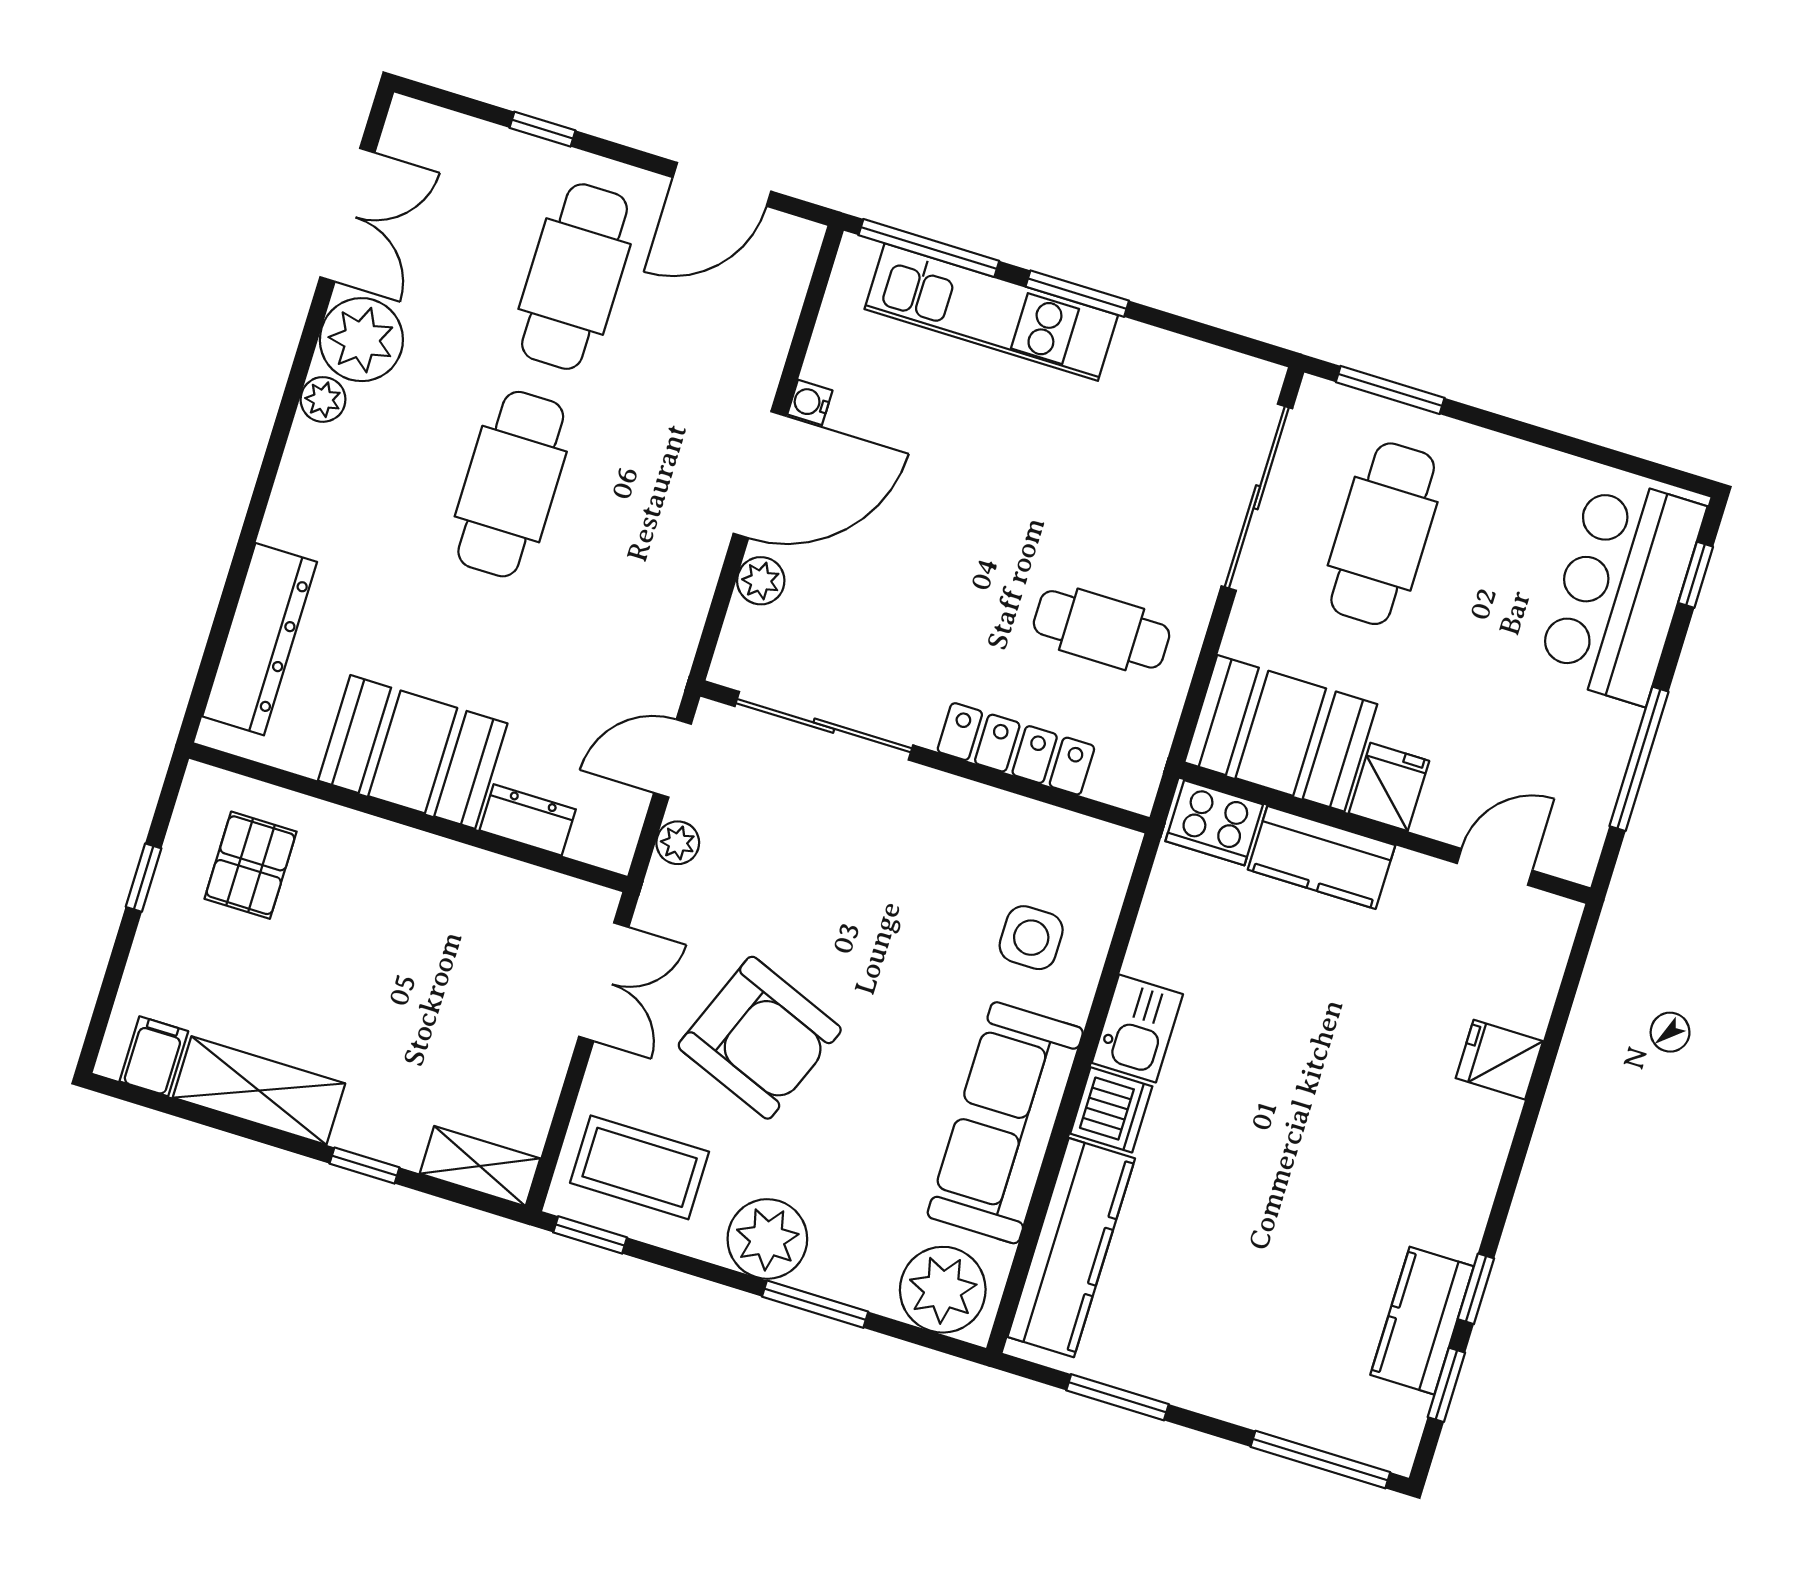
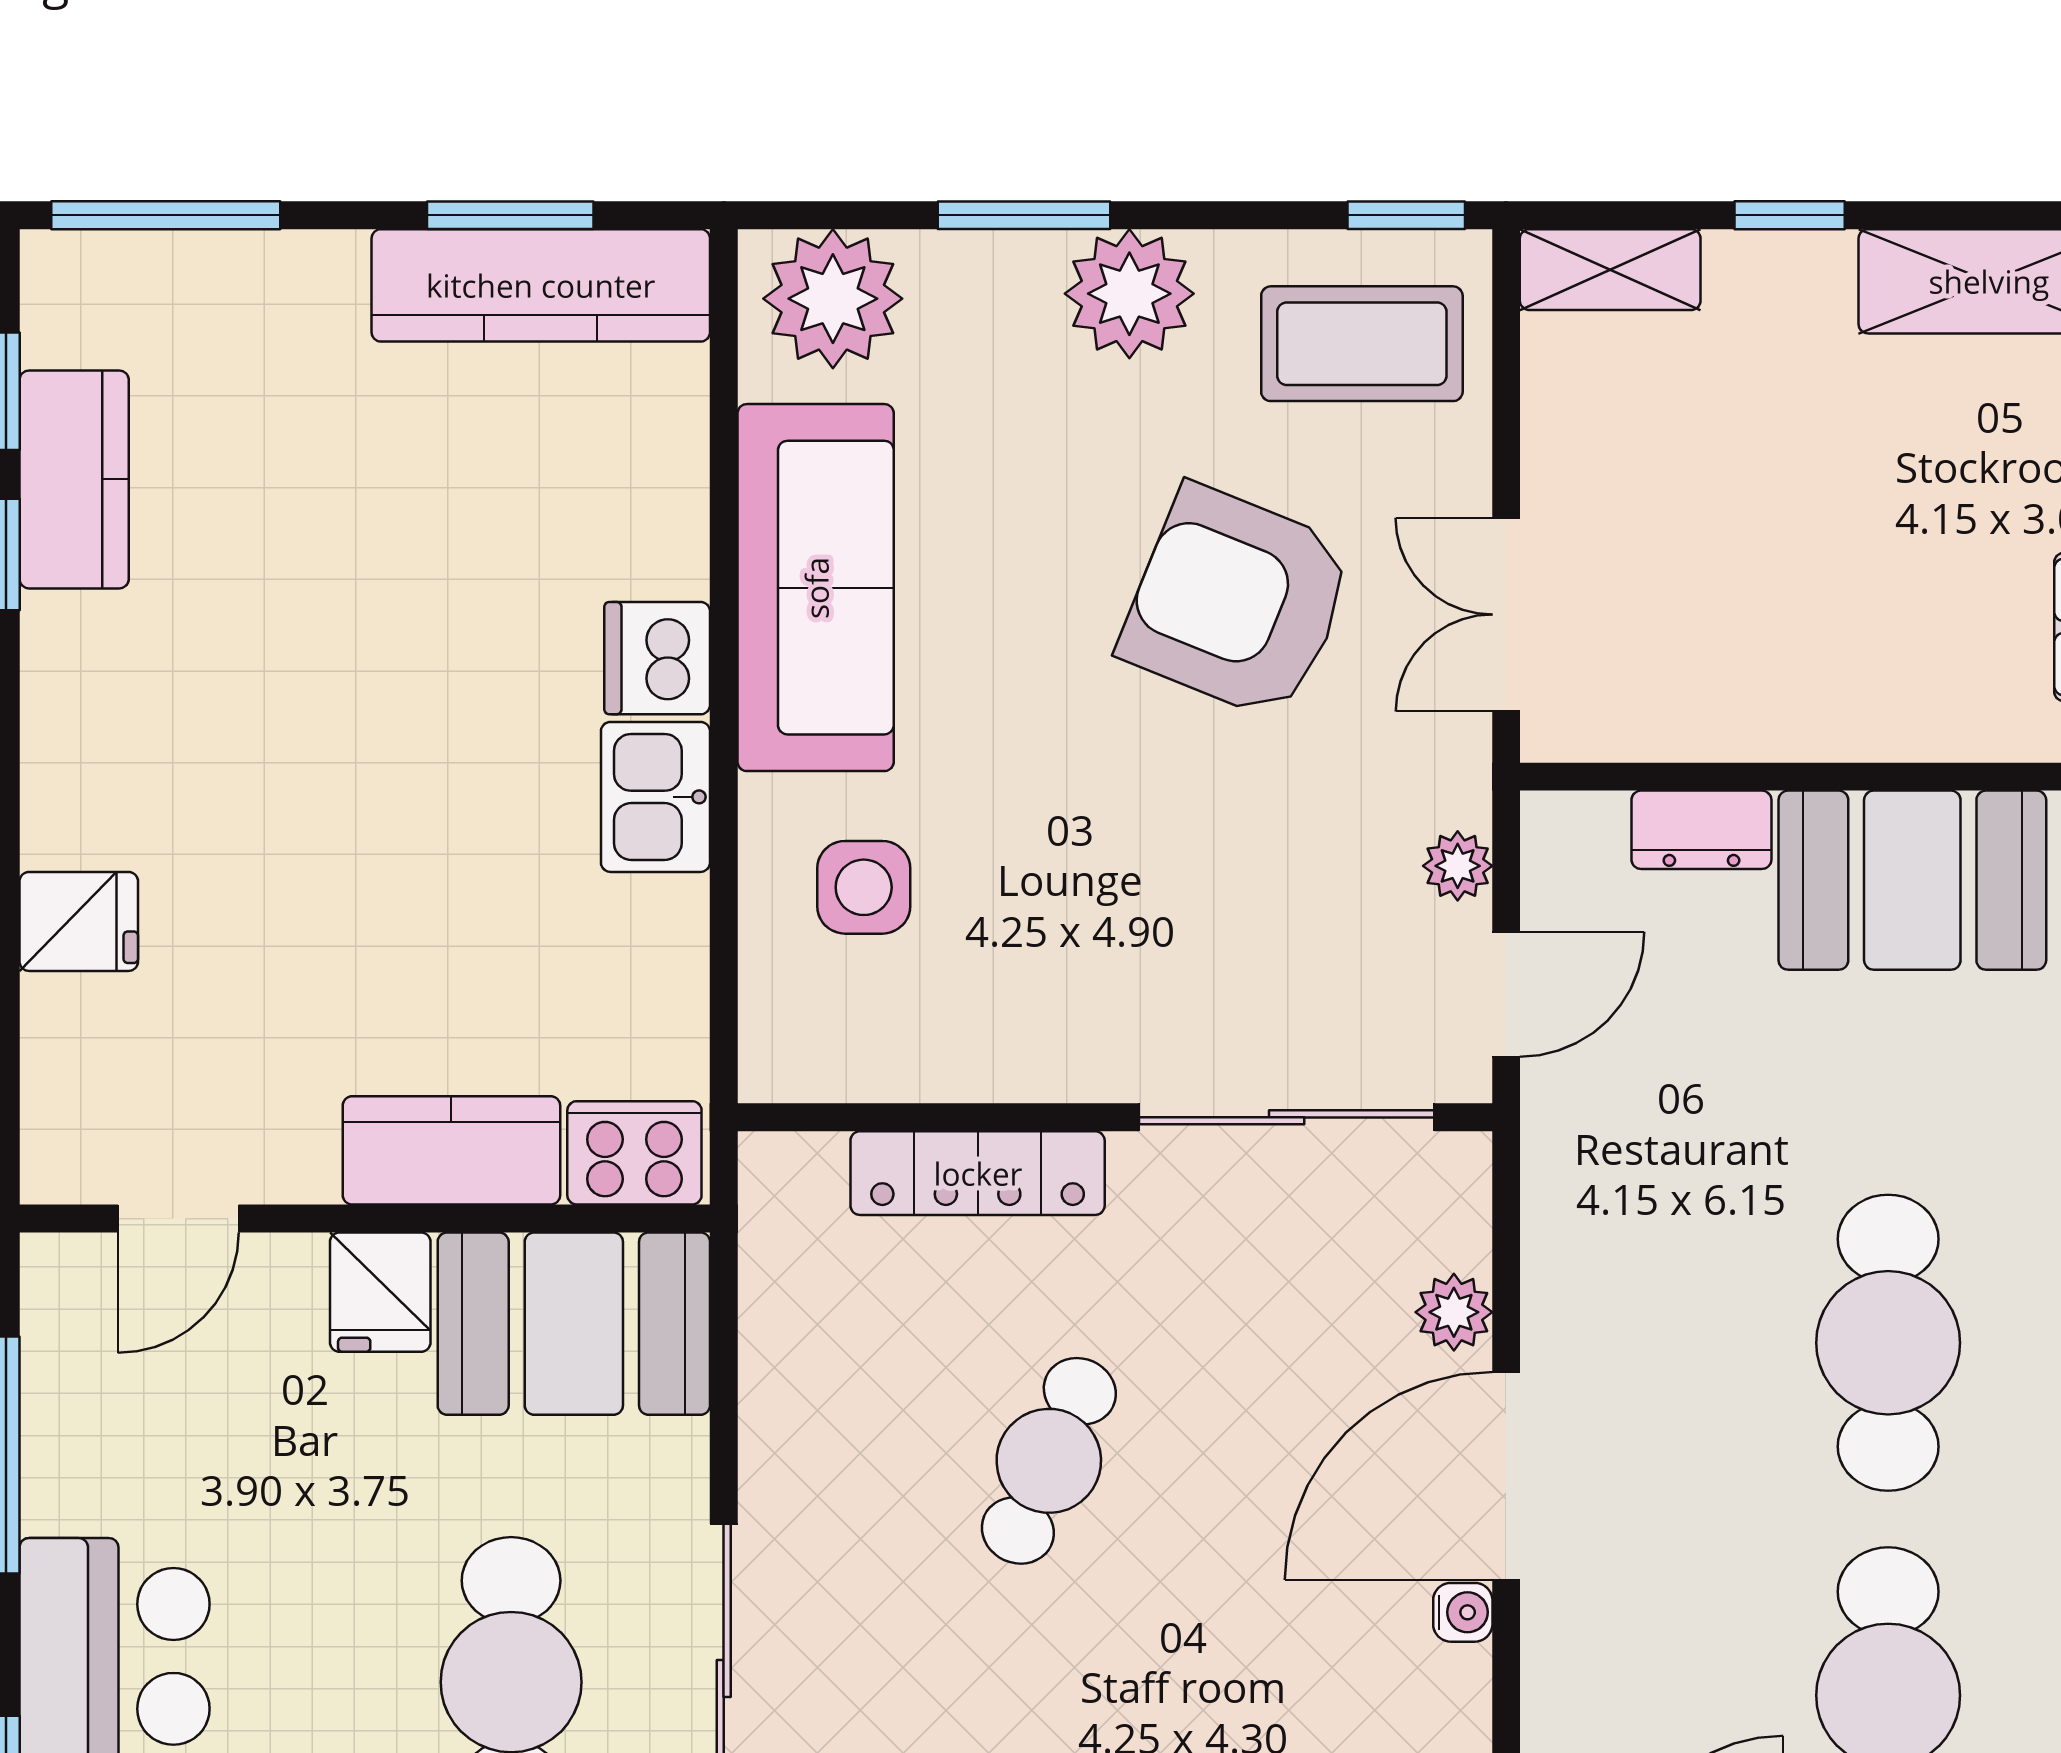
cafe table: (1102, 629) -> (1049, 1461), moved, turned -66
kitchen counter: (1071, 1248) -> (541, 285), moved, turned -90

